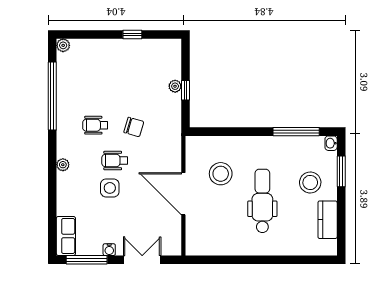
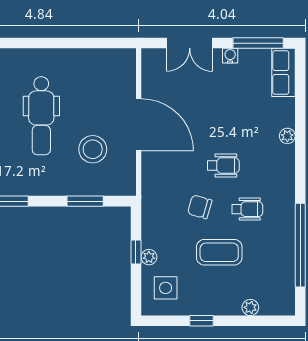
plant: (63, 45) -> (250, 307), moved
coffee table: (118, 90) -> (219, 252), added
window: (227, 132) -> (85, 201), added
plant: (63, 165) -> (287, 136), moved
side table: (110, 188) -> (166, 288), moved

